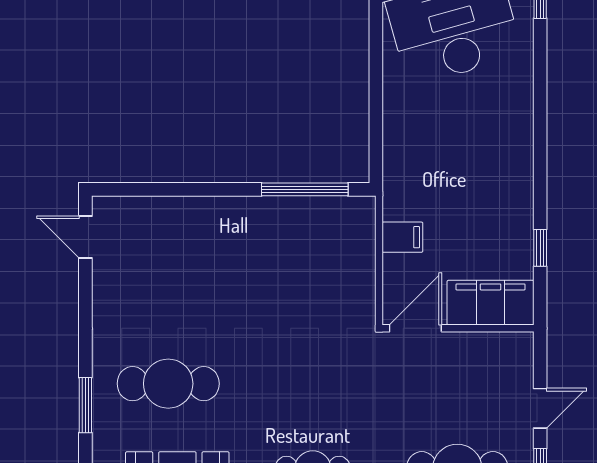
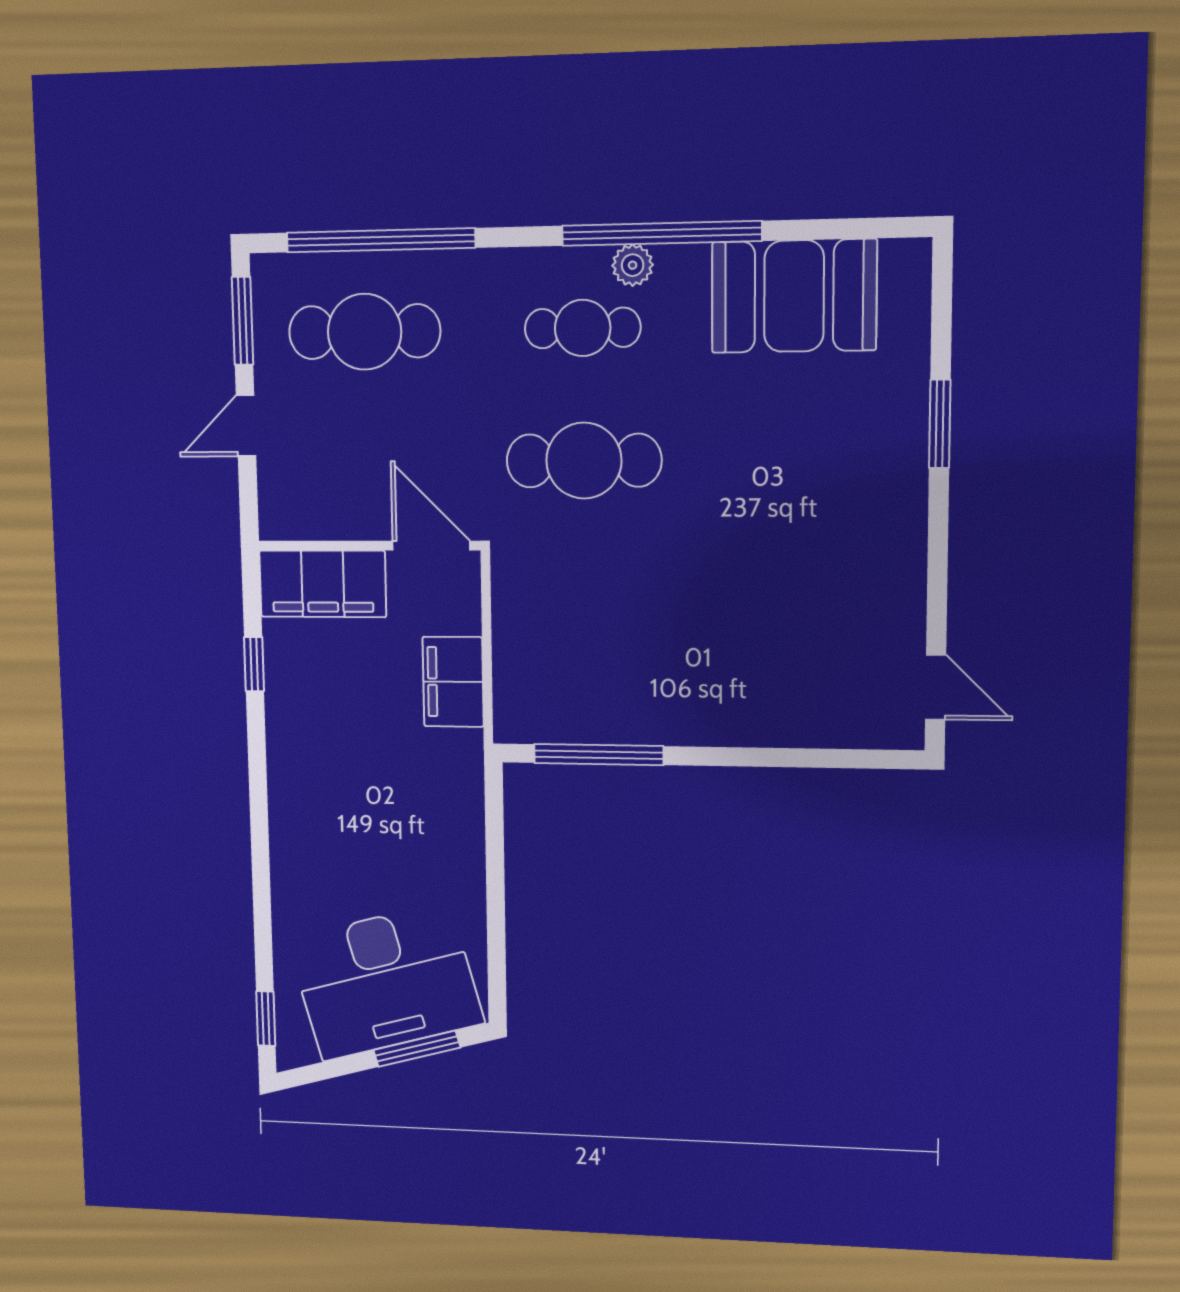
filing cabinet: (402, 237) -> (453, 682), width x2.00
door: (415, 328) -> (431, 546), swing flipped
cafe table: (168, 384) -> (584, 461), moved

